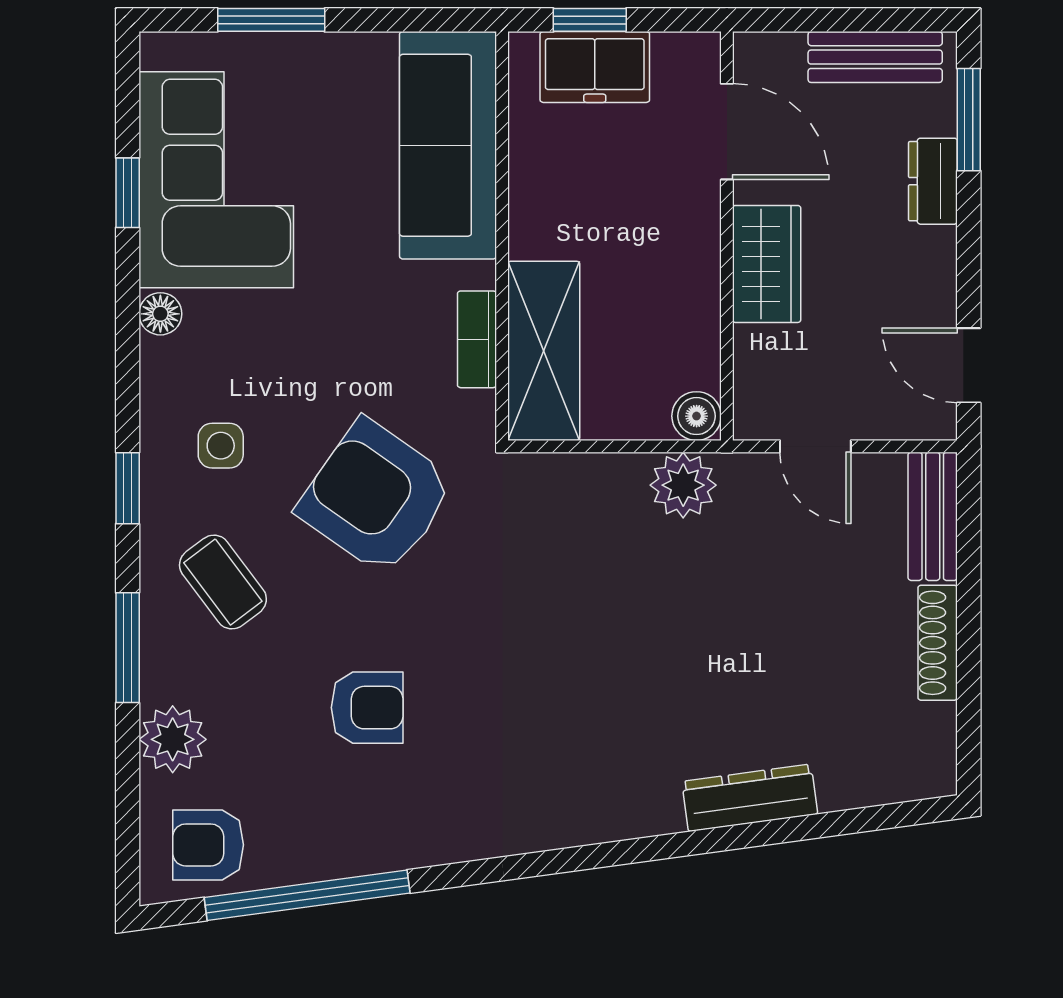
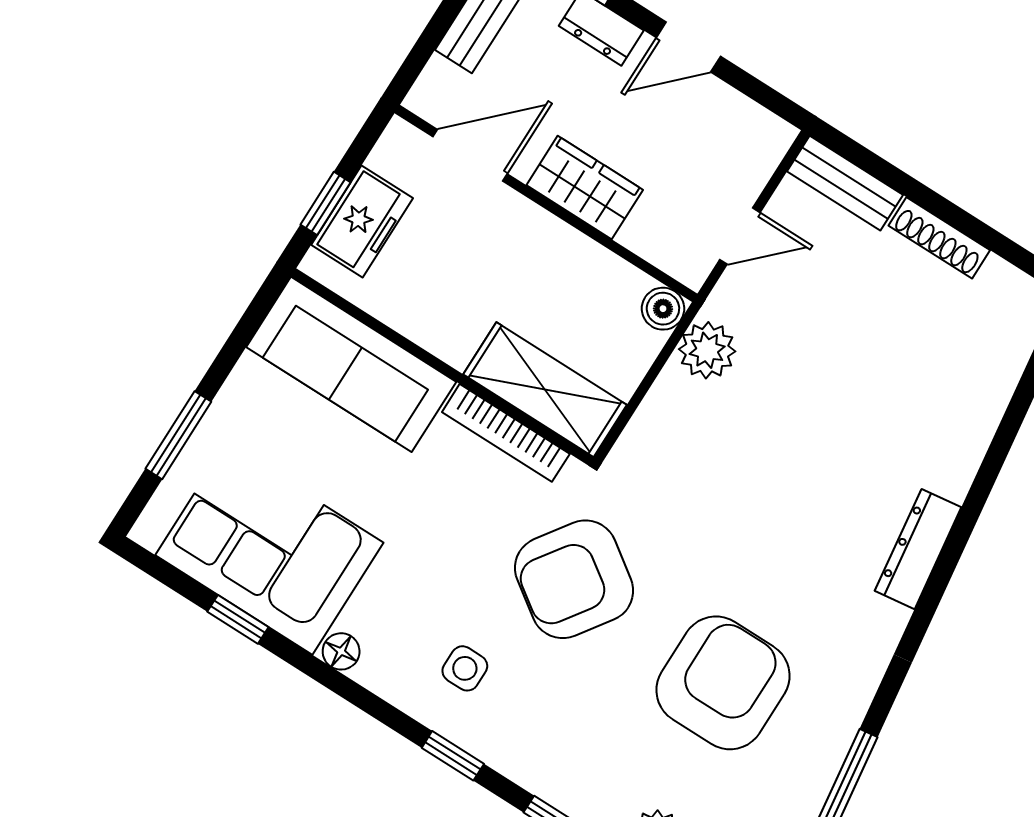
bookcase: (477, 339) -> (506, 433), width x1.56
door: (969, 365) -> (688, 47), moved
coffee table: (223, 582) -> (565, 730), removed
armchair: (367, 708) -> (723, 683), width x1.88, depth x1.88
dresser: (750, 798) -> (918, 549), moved

